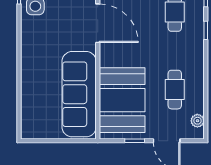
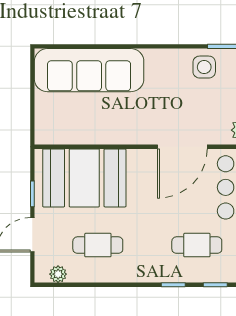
sofa: (79, 94) -> (89, 70), moved, turned 180

